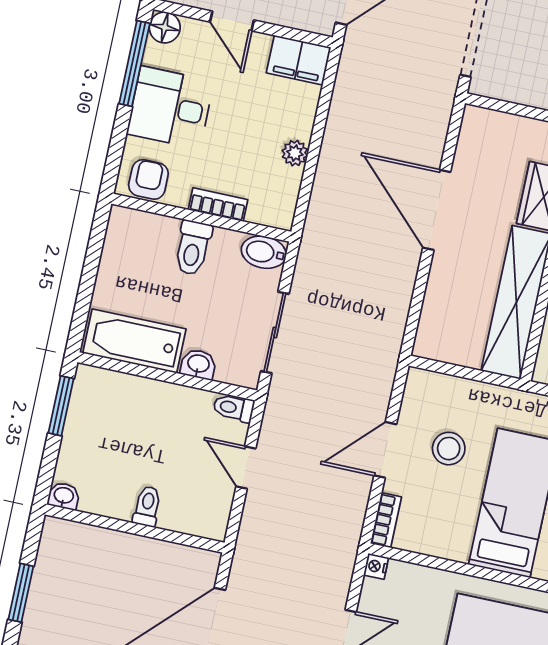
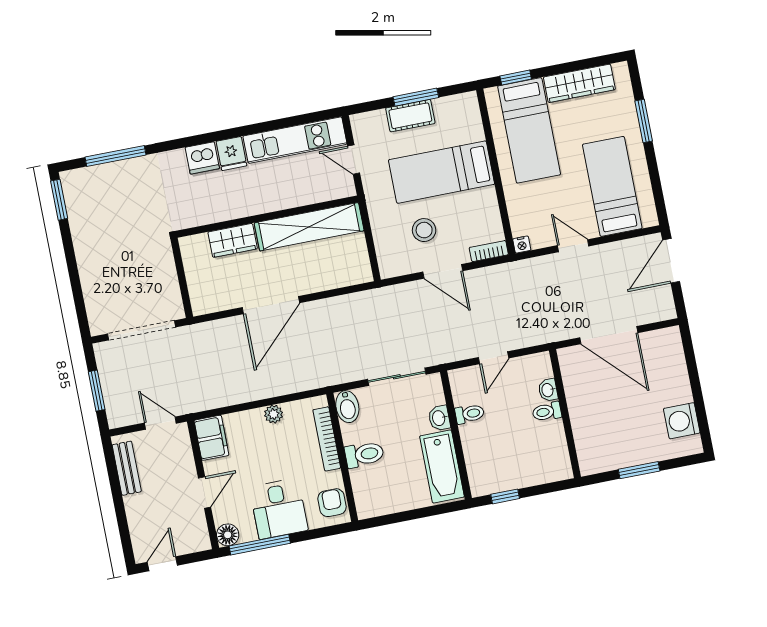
armchair: (148, 179) -> (332, 503), turned 90
bookcase: (218, 205) -> (327, 439), width x1.56
window: (61, 406) -> (505, 496), width x0.67
toilet: (234, 408) -> (470, 414), moved, turned -90
washbasin: (64, 496) -> (548, 390), moved

